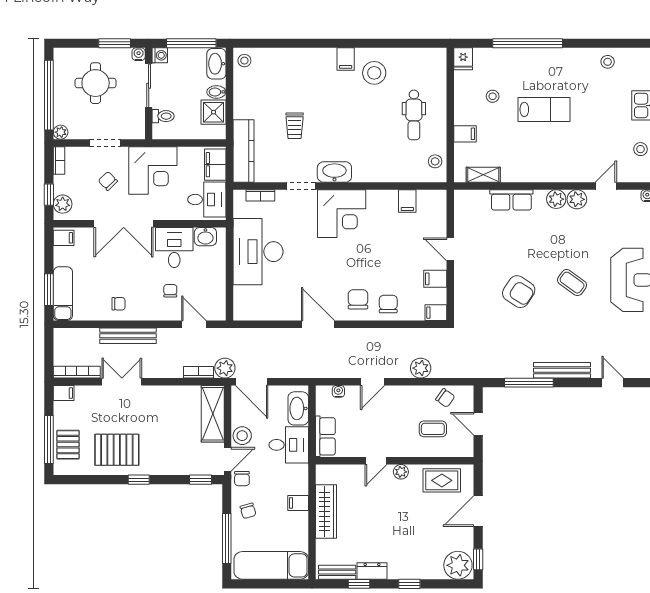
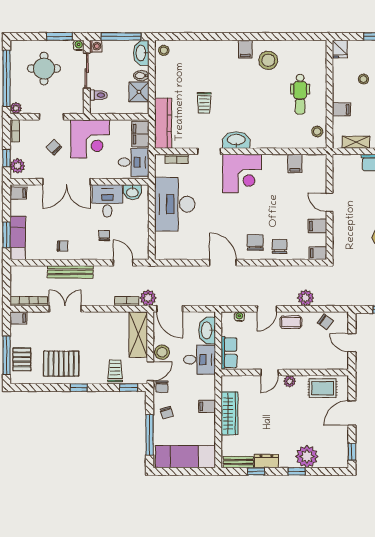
coffee table: (433, 429) -> (291, 322), moved
trolley: (184, 459) -> (115, 371), added
plant: (458, 565) -> (307, 456), moved

